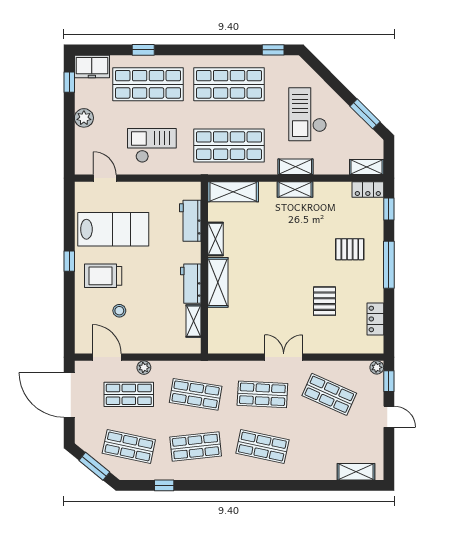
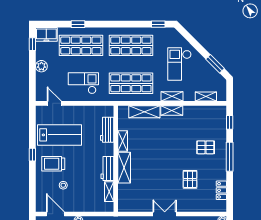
shelving: (367, 167) -> (206, 96), moved
locker: (368, 190) -> (217, 110), removed
shelving: (233, 192) -> (144, 112), moved

